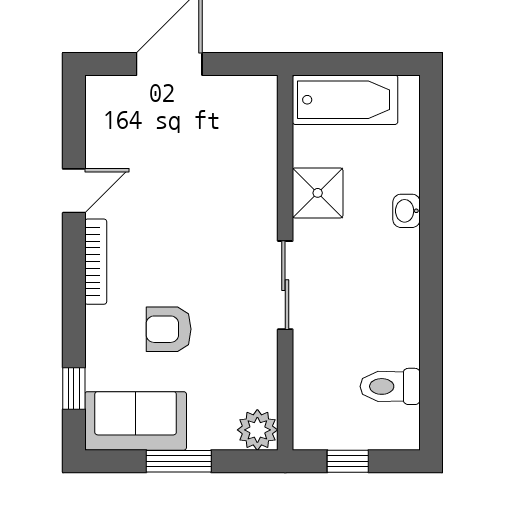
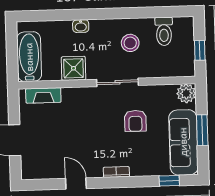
fireplace: (262, 127) -> (43, 95), added
bookcase: (96, 262) -> (116, 172), width x0.64
stool: (368, 314) -> (130, 43), added
armchair: (169, 329) -> (135, 121), moved
sofa: (136, 421) -> (183, 142), width x1.36

